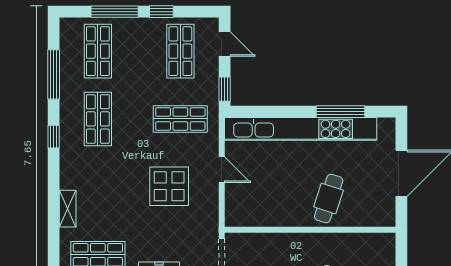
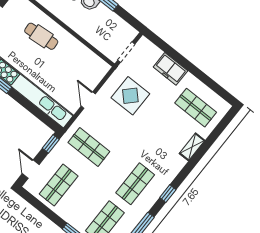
window: (161, 12) -> (52, 216), removed
display table: (169, 186) -> (130, 96), moved
cafe table: (329, 199) -> (41, 36), turned 67

